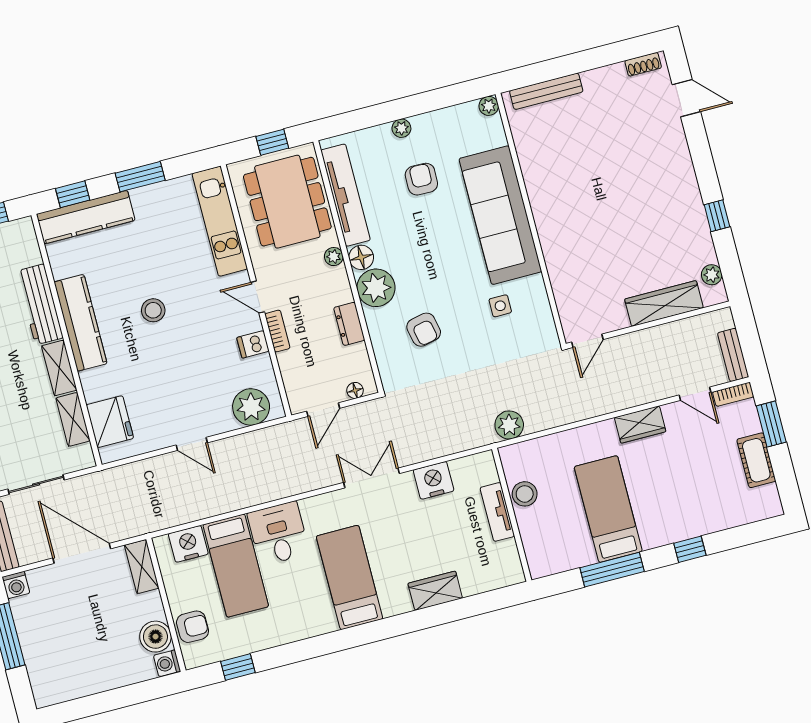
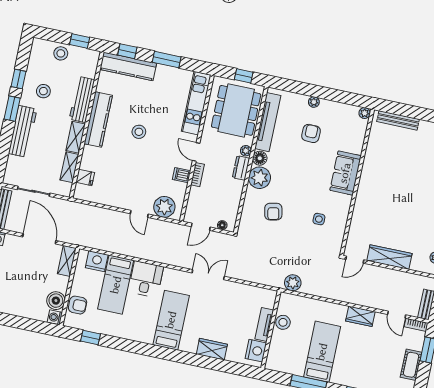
sofa: (500, 215) -> (345, 173), width x0.54, depth x0.79
wardrobe: (664, 304) -> (389, 257), moved
dresser: (349, 324) -> (241, 168), moved
fridge: (110, 422) -> (85, 177), width x0.53, depth x0.75
door: (192, 444) -> (139, 214), moved
nightstand: (434, 480) -> (256, 351), moved, turned 90

